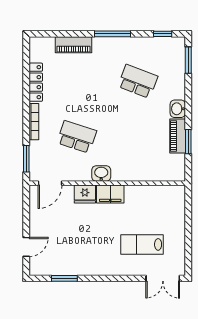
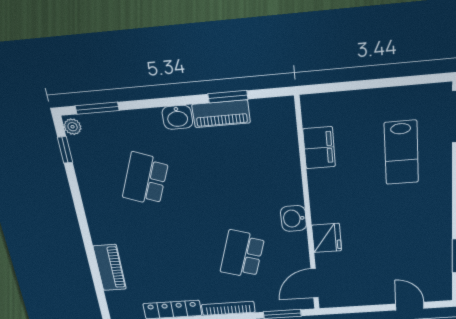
window: (113, 34) -> (82, 219), removed
plant: (178, 42) -> (73, 127), added
door: (50, 183) -> (314, 283), swing flipped
filing cabinet: (110, 194) -> (319, 148), moved

